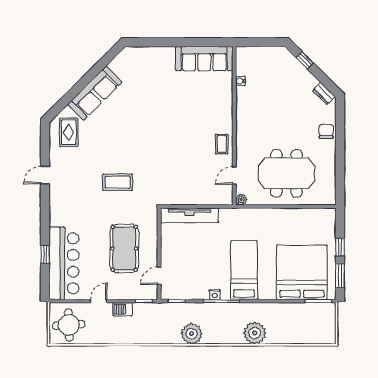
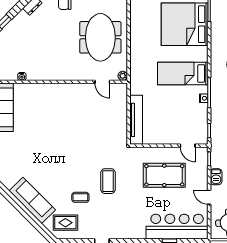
coffee table: (222, 144) -> (80, 197), moved

